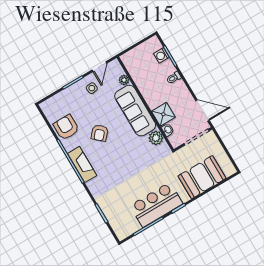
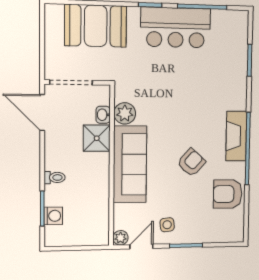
plant: (124, 80) -> (121, 238), moved
armchair: (66, 127) -> (228, 194), turned 90

